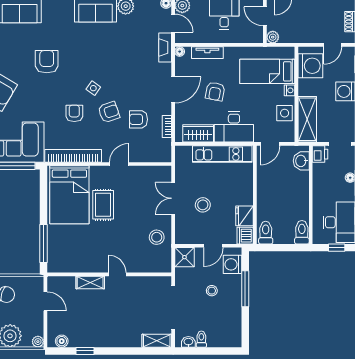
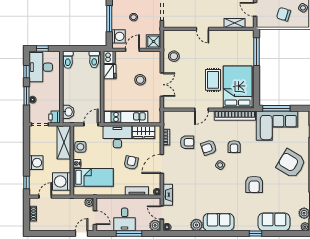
shelving: (90, 283) -> (235, 23), moved

